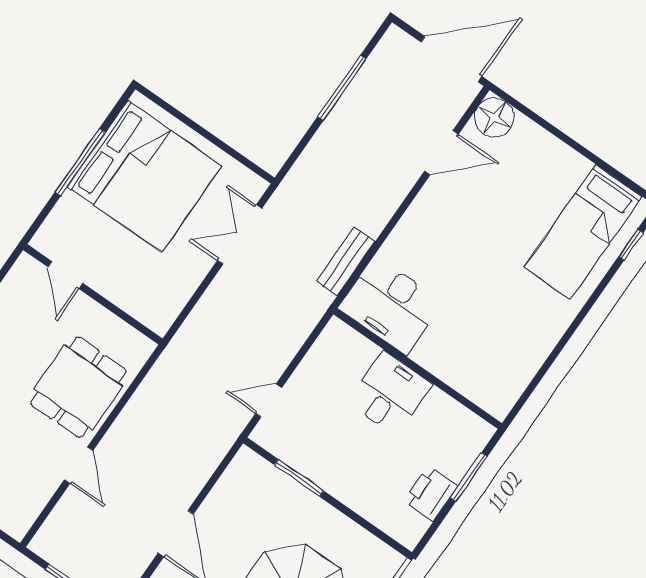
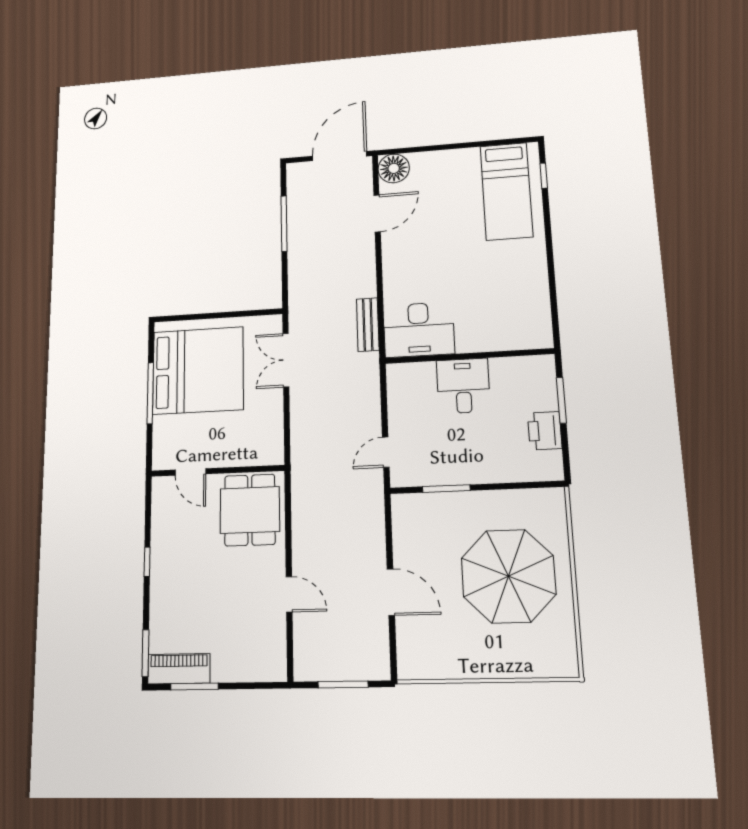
dining table: (78, 387) -> (250, 510), moved

